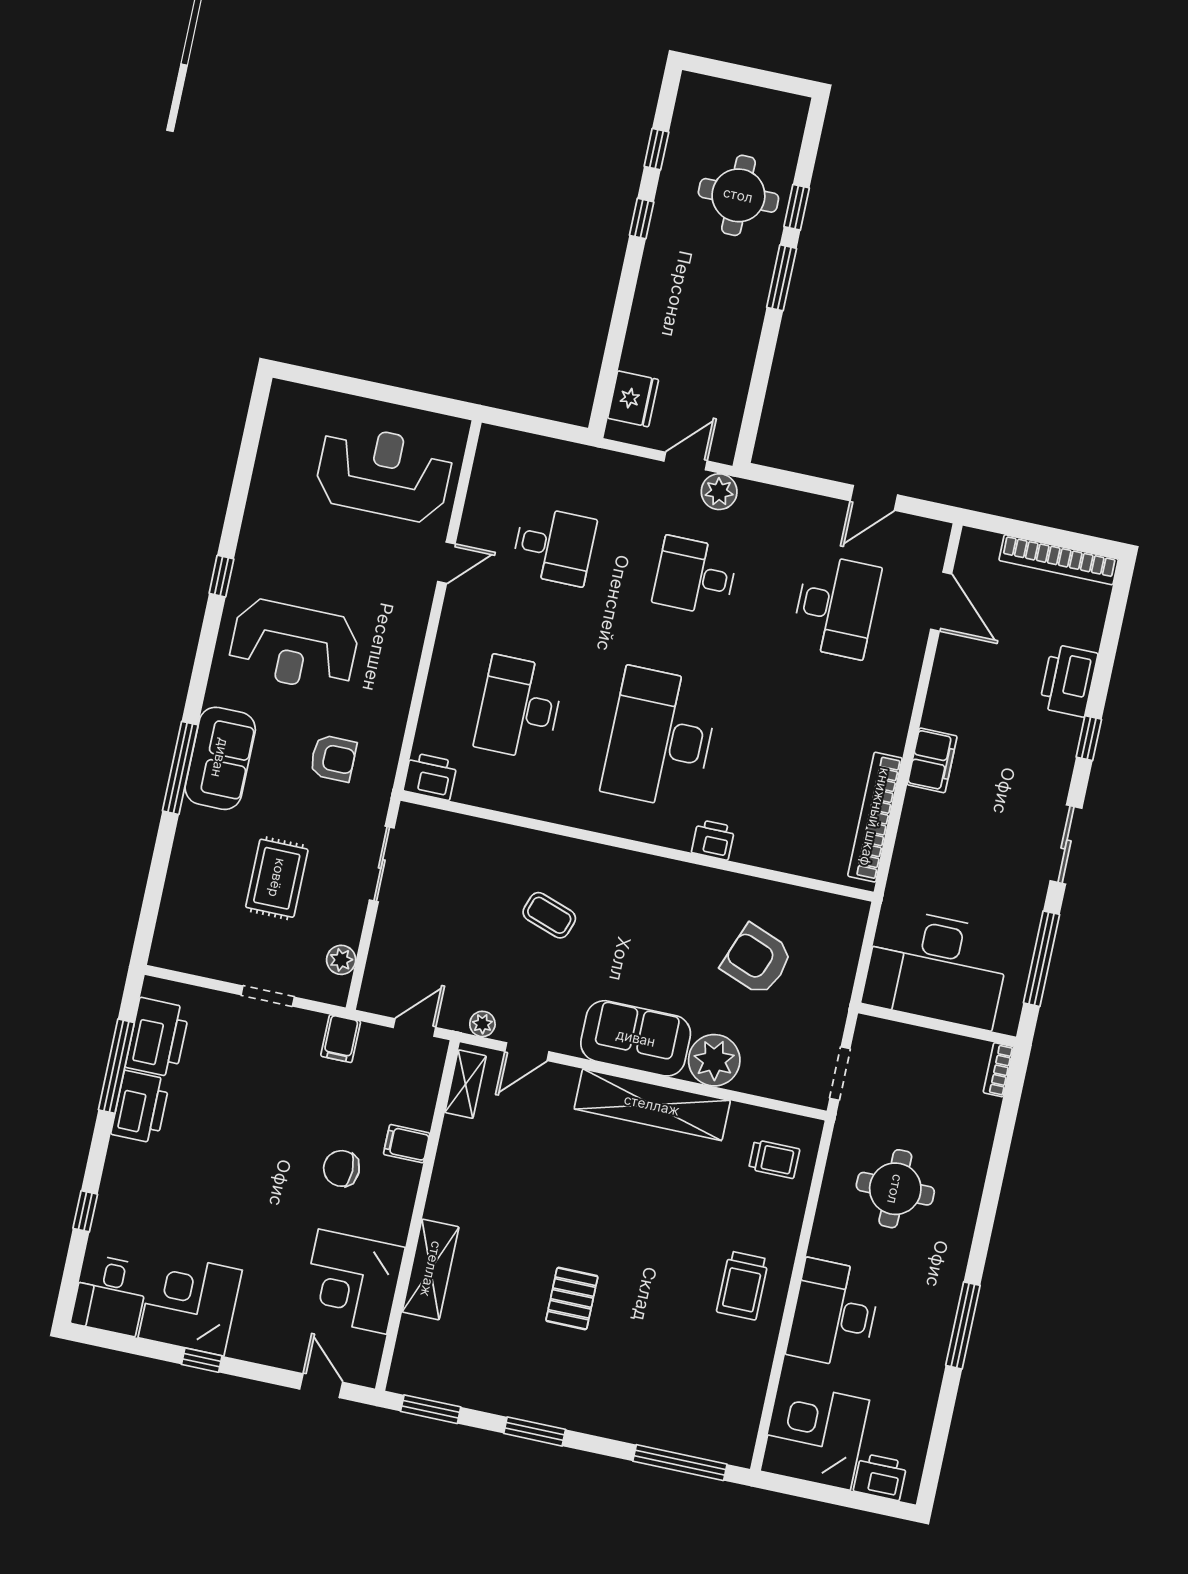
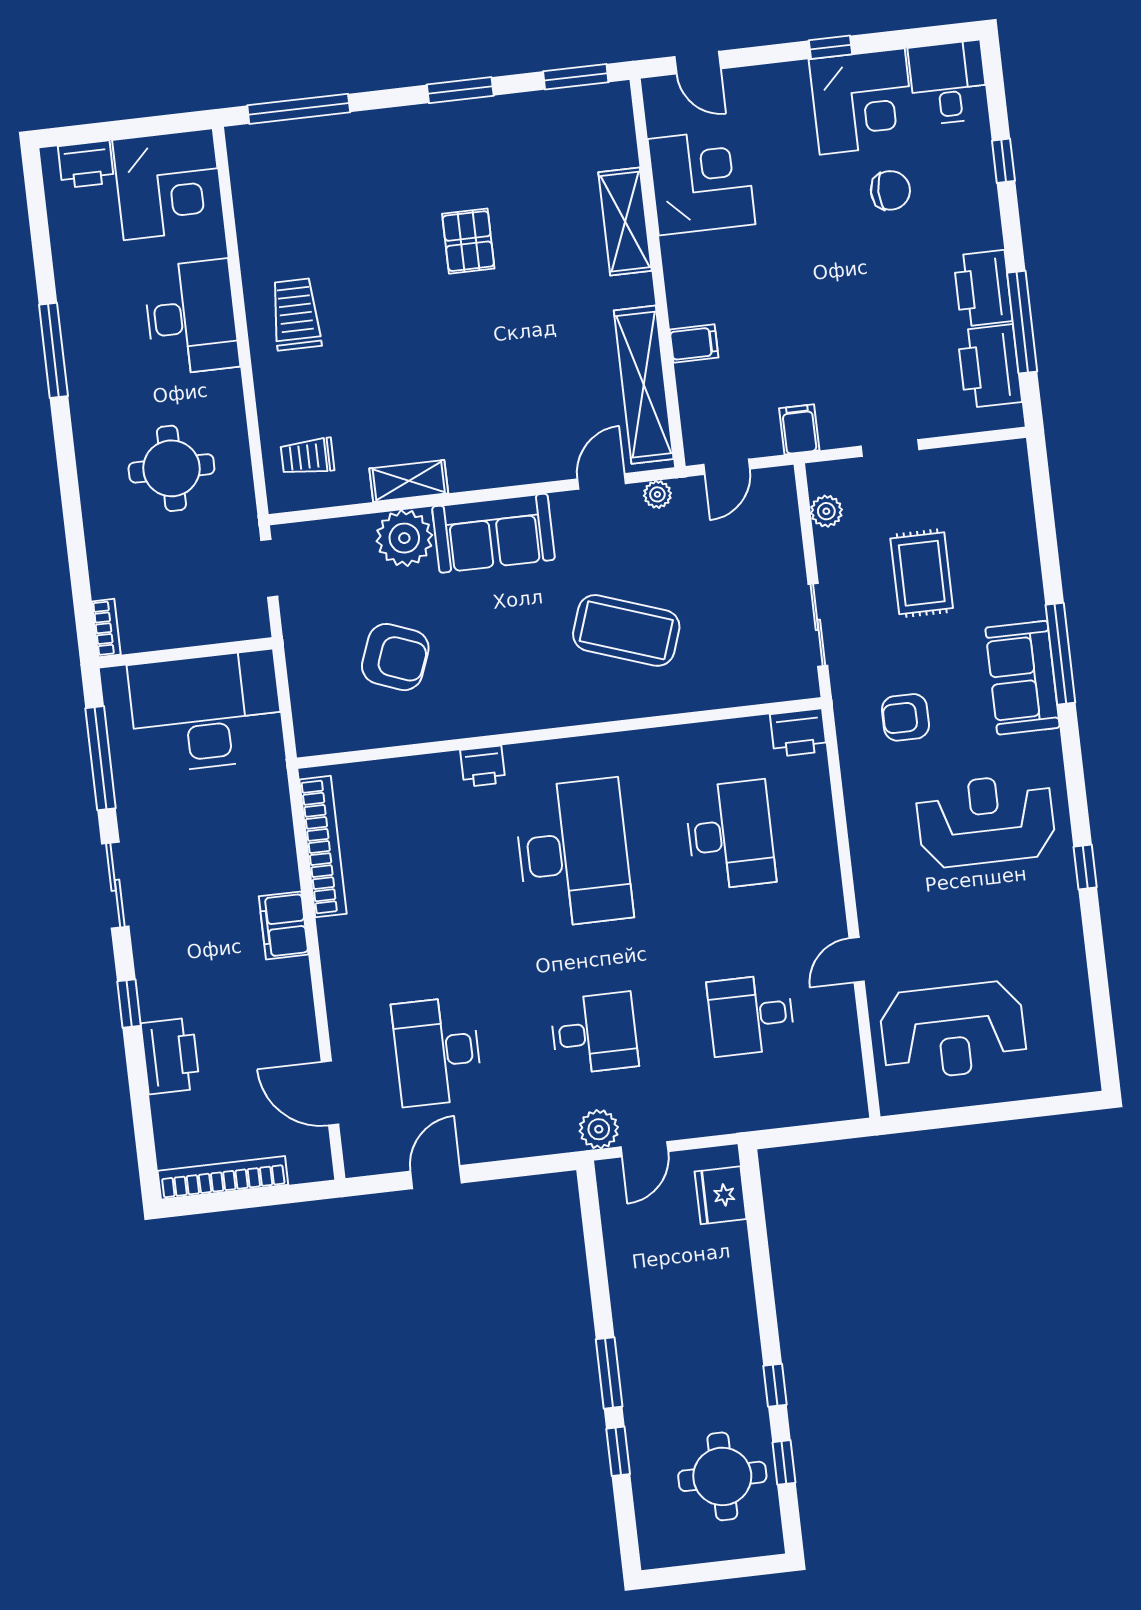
round table: (738, 195) -> (722, 1476), moved
coffee table: (549, 915) -> (626, 630), width x1.86, depth x1.72
shelving: (466, 1084) -> (644, 385), width x2.20, depth x1.33
shelving: (652, 1105) -> (409, 481), width x0.45, depth x0.75
chair: (341, 1168) -> (890, 190), moved

